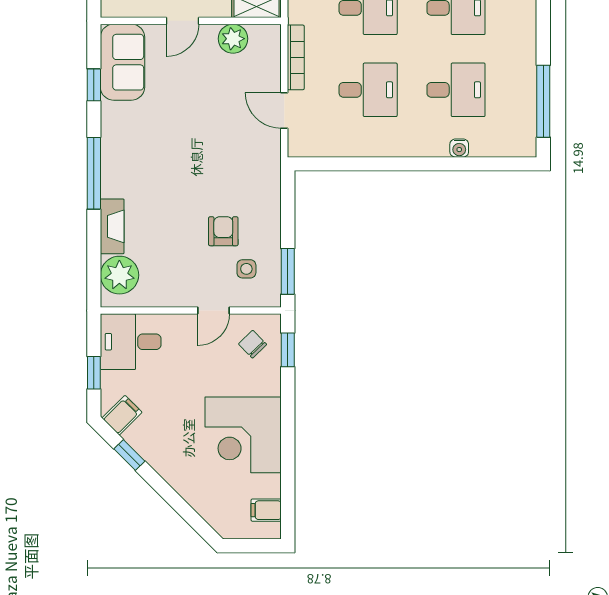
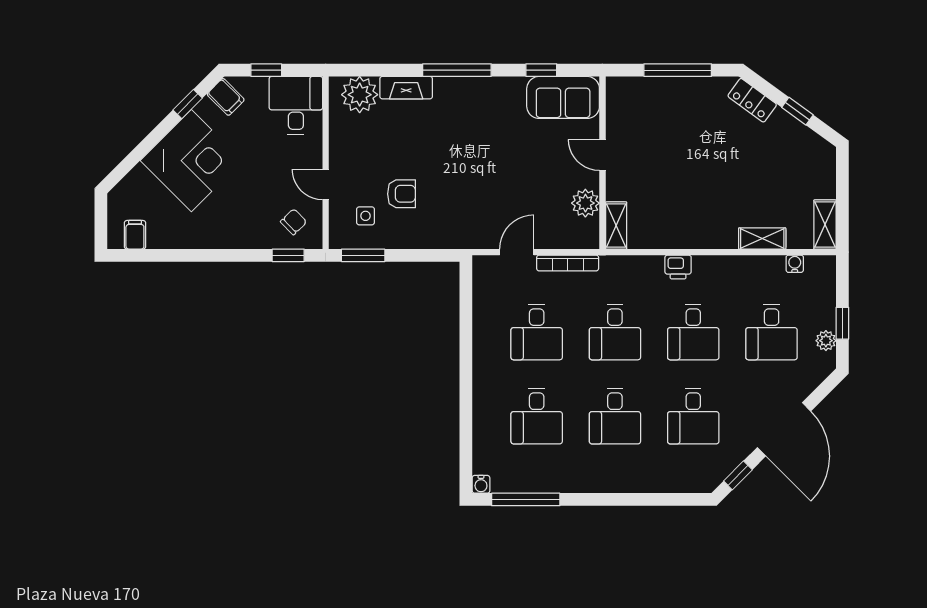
water cooler: (459, 148) -> (481, 484), moved, turned -90
corner desk: (243, 435) -> (191, 161), moved, turned 135

